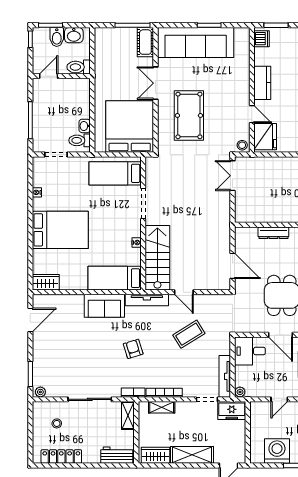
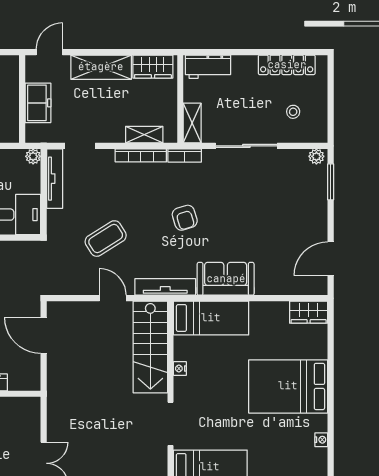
freezer: (232, 411) -> (38, 103), moved, turned 90

